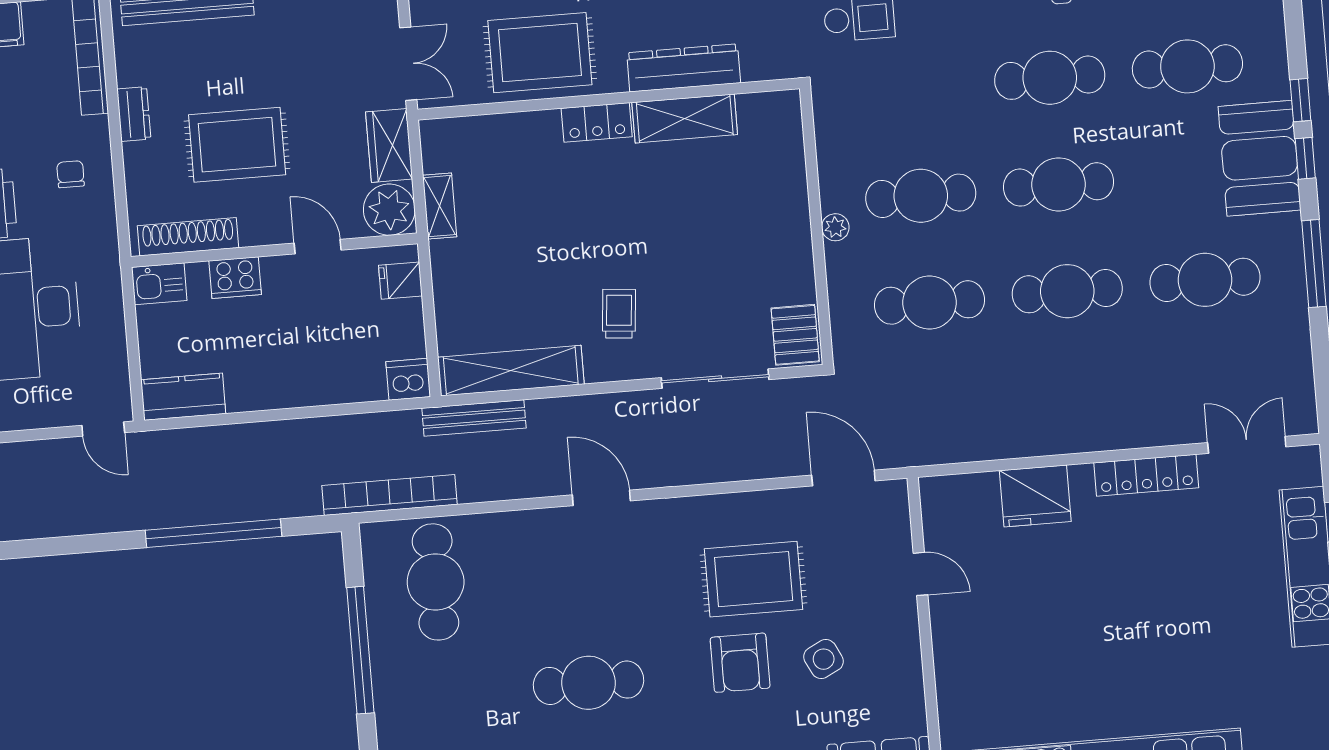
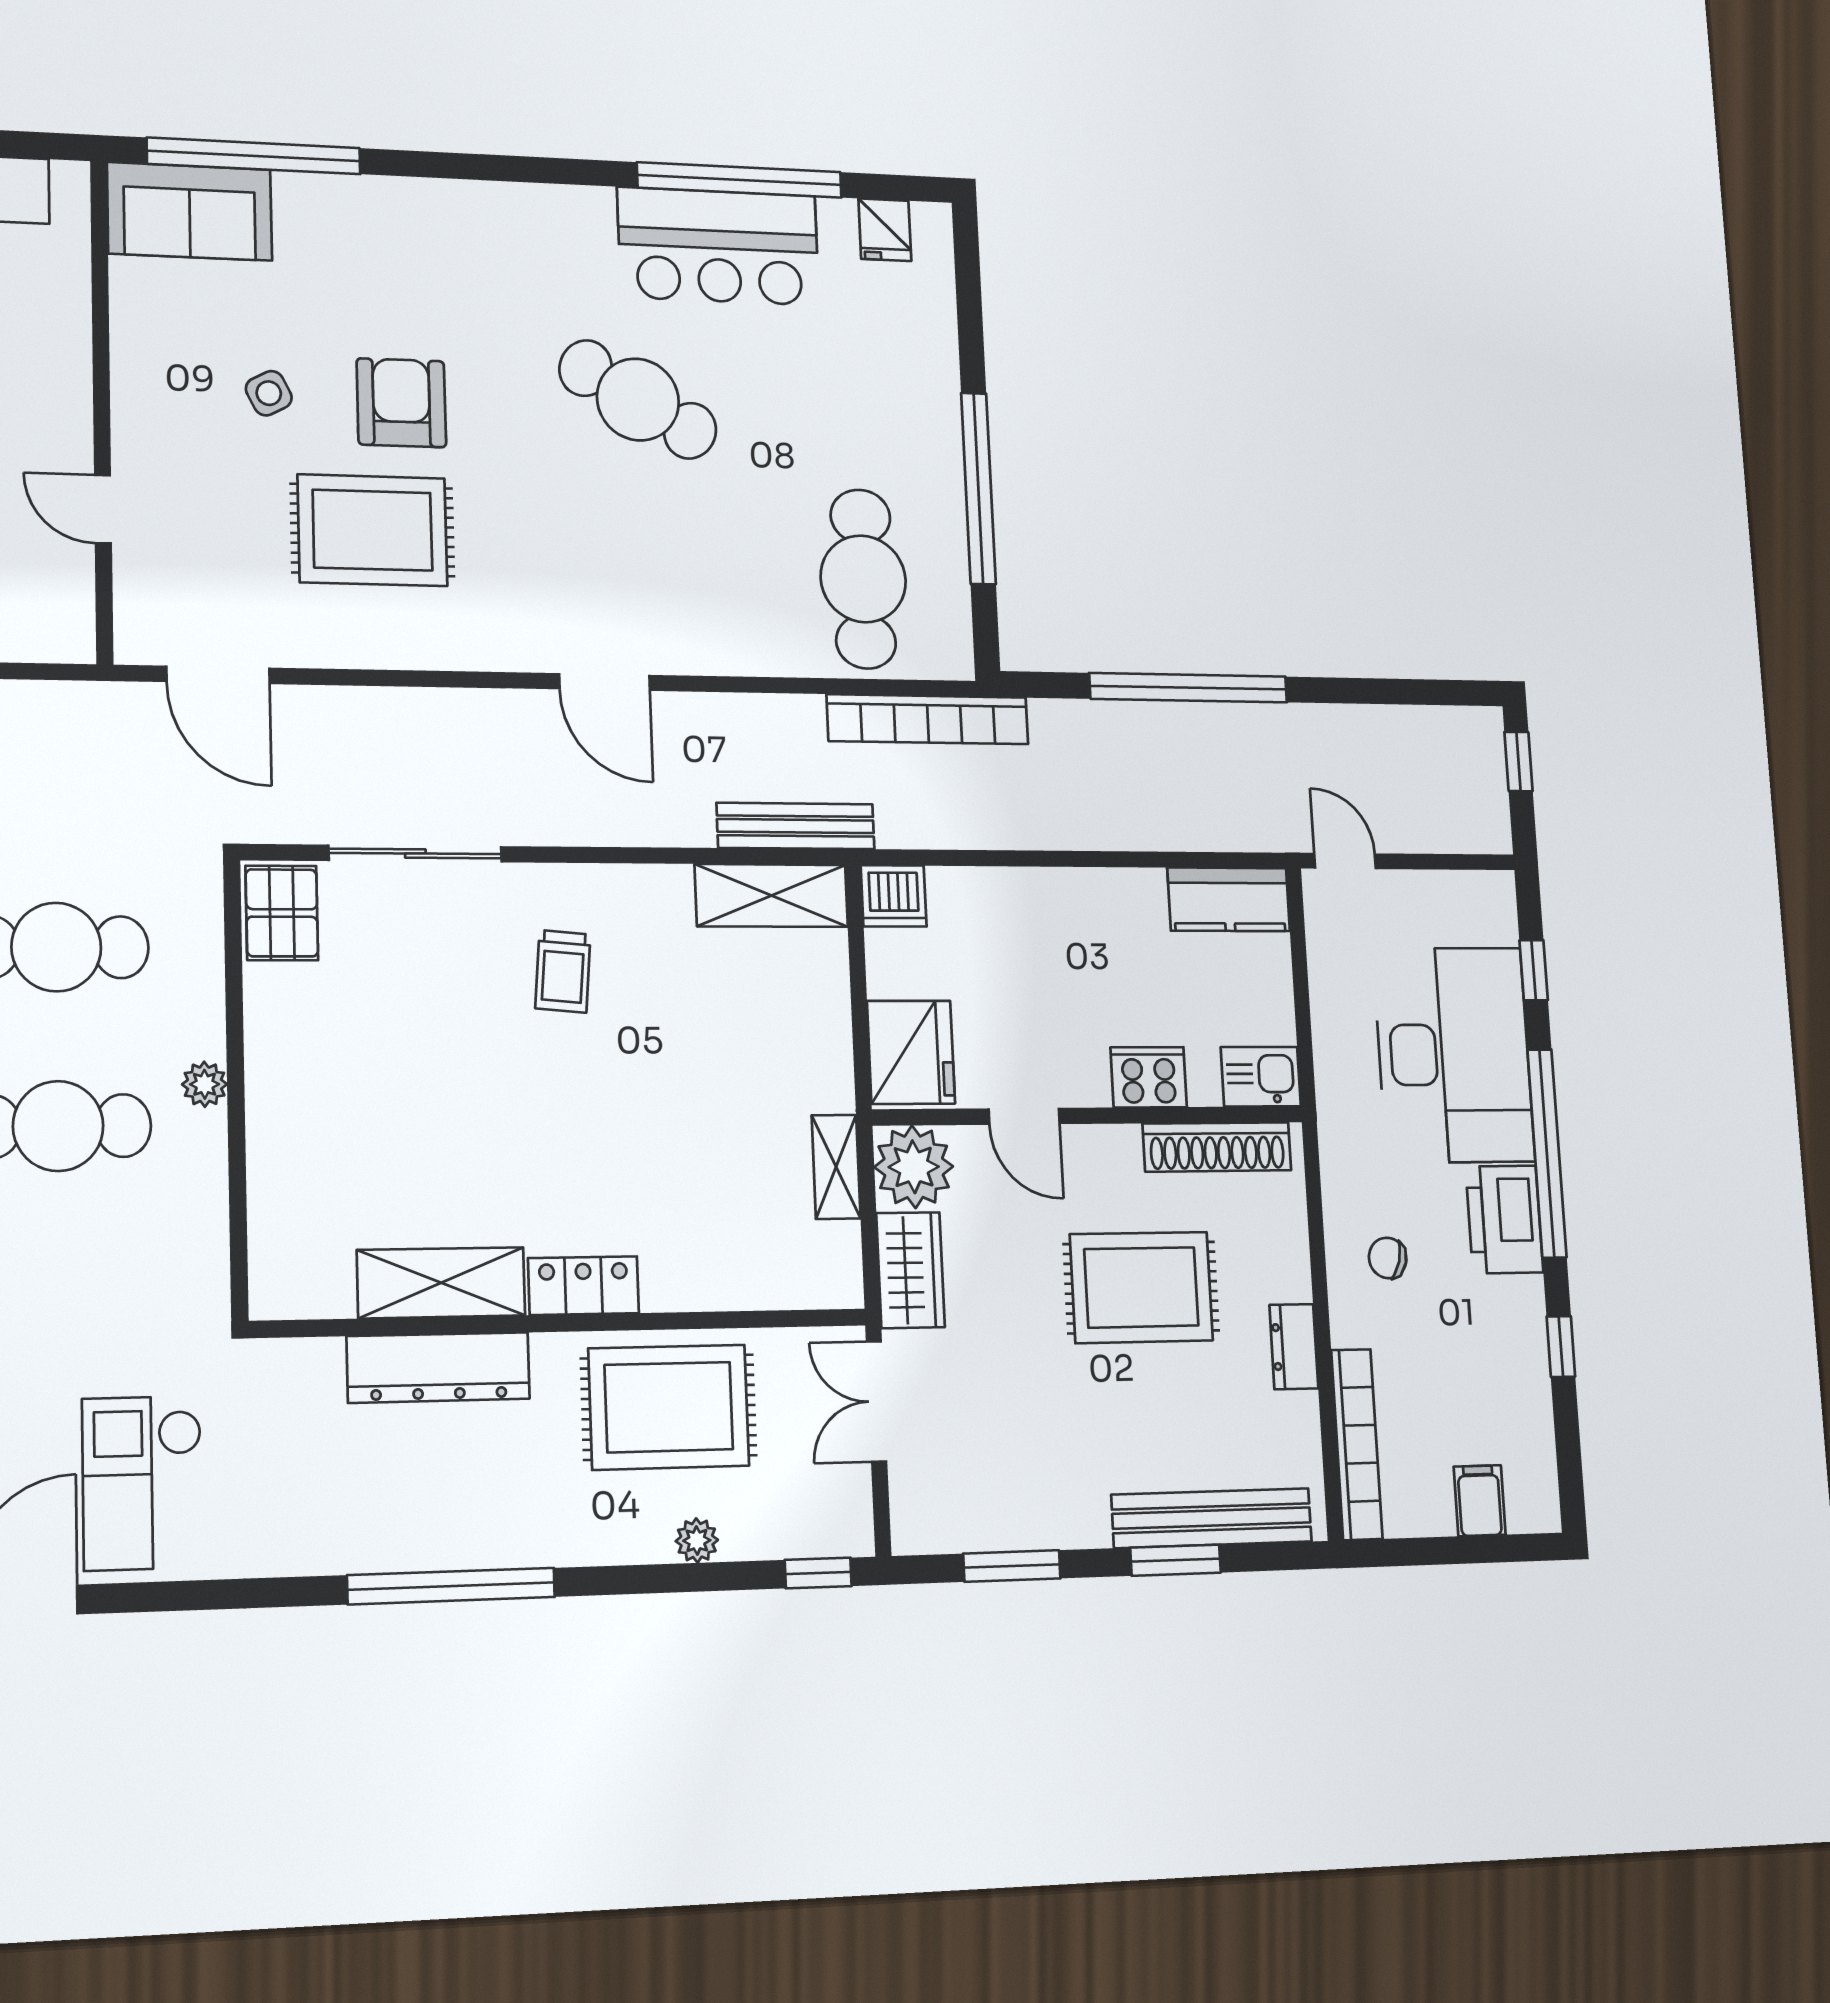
chair: (70, 174) -> (1388, 1258), turned 105
fridge: (400, 281) -> (911, 1052), width x1.88, depth x1.34
shelving: (511, 371) -> (771, 895), width x0.68
side table: (824, 659) -> (269, 393), width x0.73, depth x0.73
cafe table: (589, 683) -> (638, 400), turned 30

